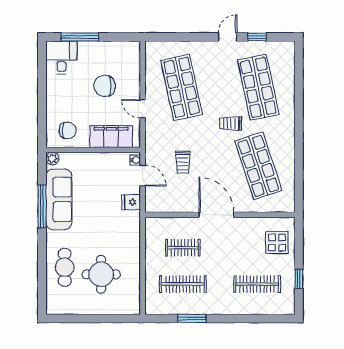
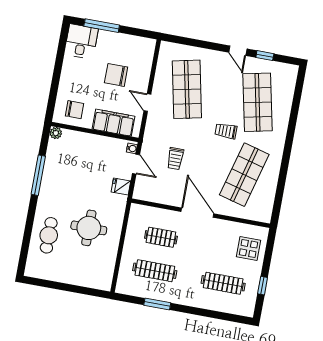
door: (228, 37) -> (238, 51), swing flipped
shop shelf: (258, 166) -> (244, 175), turned 33
sofa: (59, 199) -> (55, 172), removed
round table: (101, 274) -> (89, 228), moved

